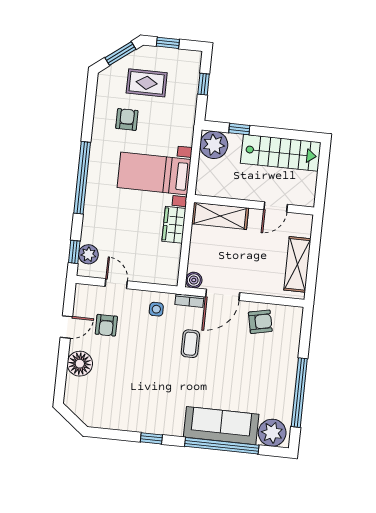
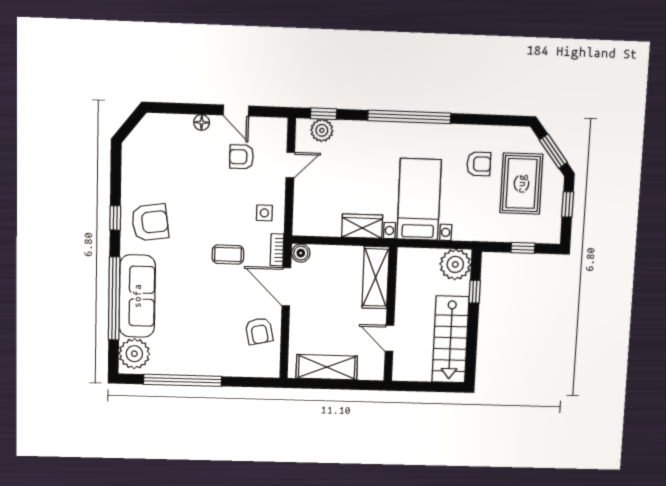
rug: (147, 83) -> (521, 184), width x1.36, depth x1.43
floor lamp: (80, 364) -> (202, 122), width x0.53, depth x0.53
armchair: (157, 409) -> (150, 222), added

